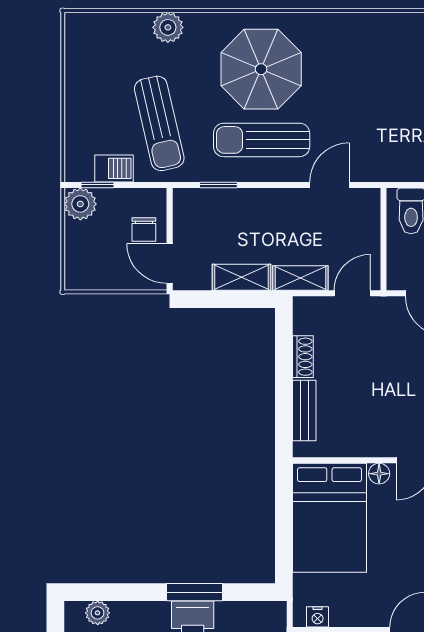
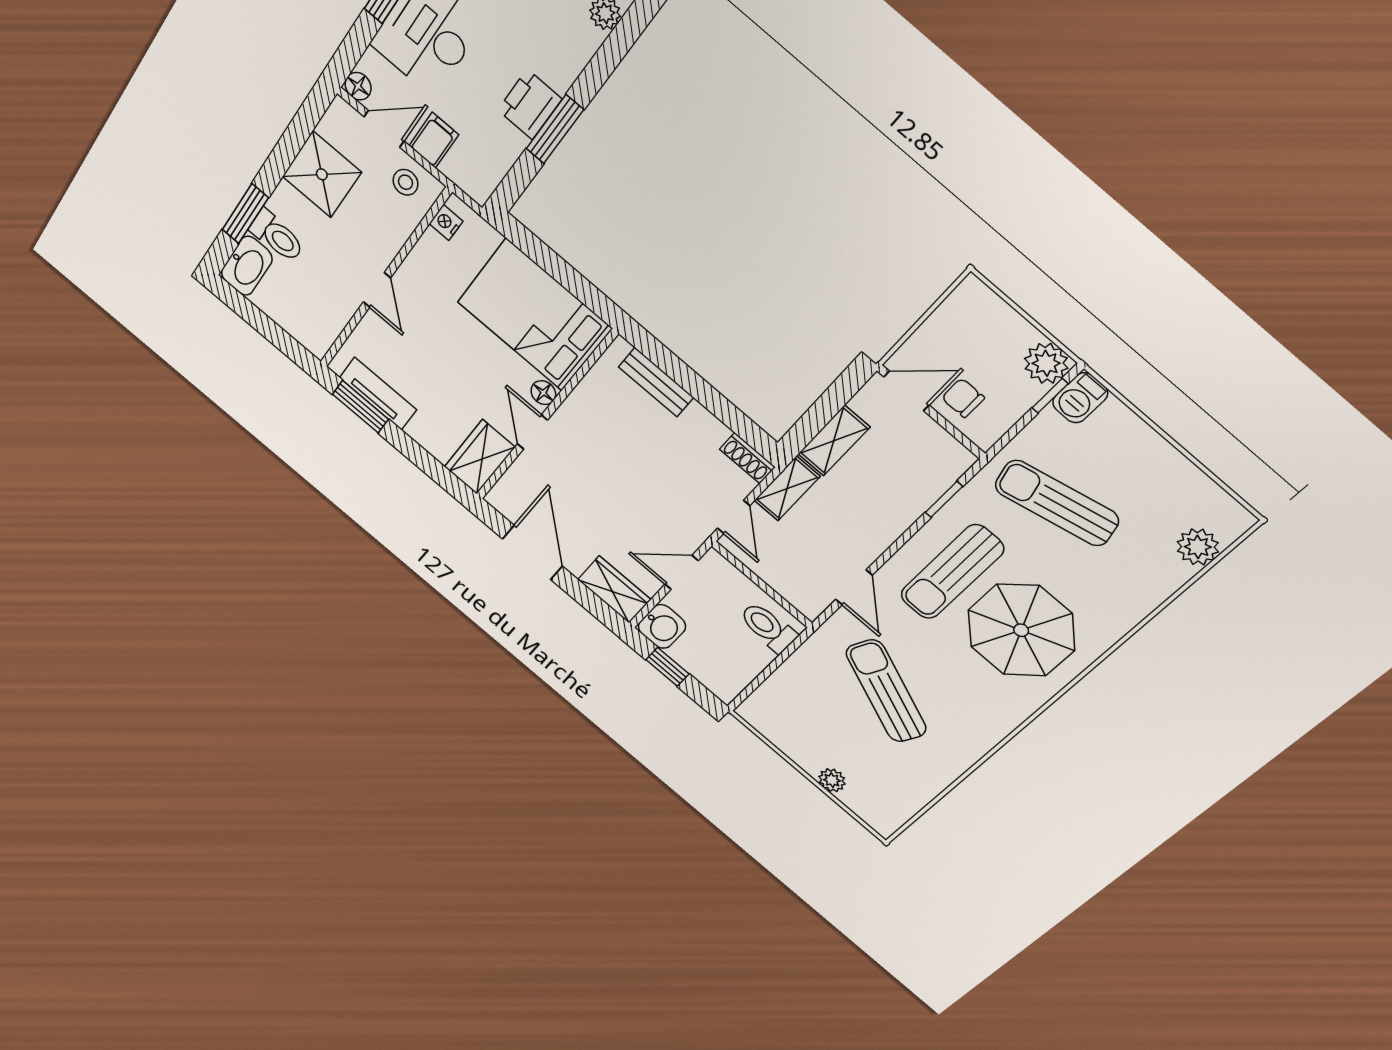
plant: (168, 27) -> (1198, 547), moved
sun lounger: (384, 106) -> (886, 691), added
sun lounger: (262, 140) -> (952, 572), turned 180
barbecue: (114, 168) -> (1080, 398), moved
shoe rack: (303, 357) -> (747, 458), moved

